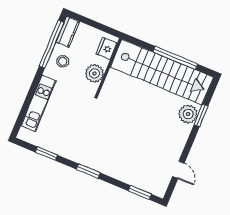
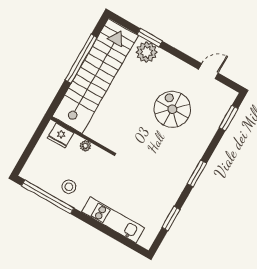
kitchen counter: (68, 32) -> (36, 177), removed
plant: (95, 73) -> (85, 146), width x0.53, depth x0.53
spiral stairs: (141, 143) -> (172, 109), added

